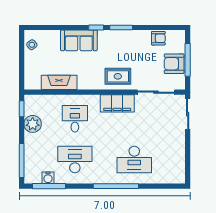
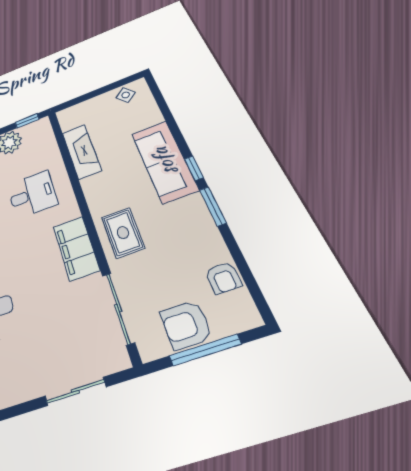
sofa: (79, 40) -> (164, 161), width x1.36
armchair: (174, 64) -> (186, 325), turned -90
sliding door: (188, 114) -> (75, 391), moved

